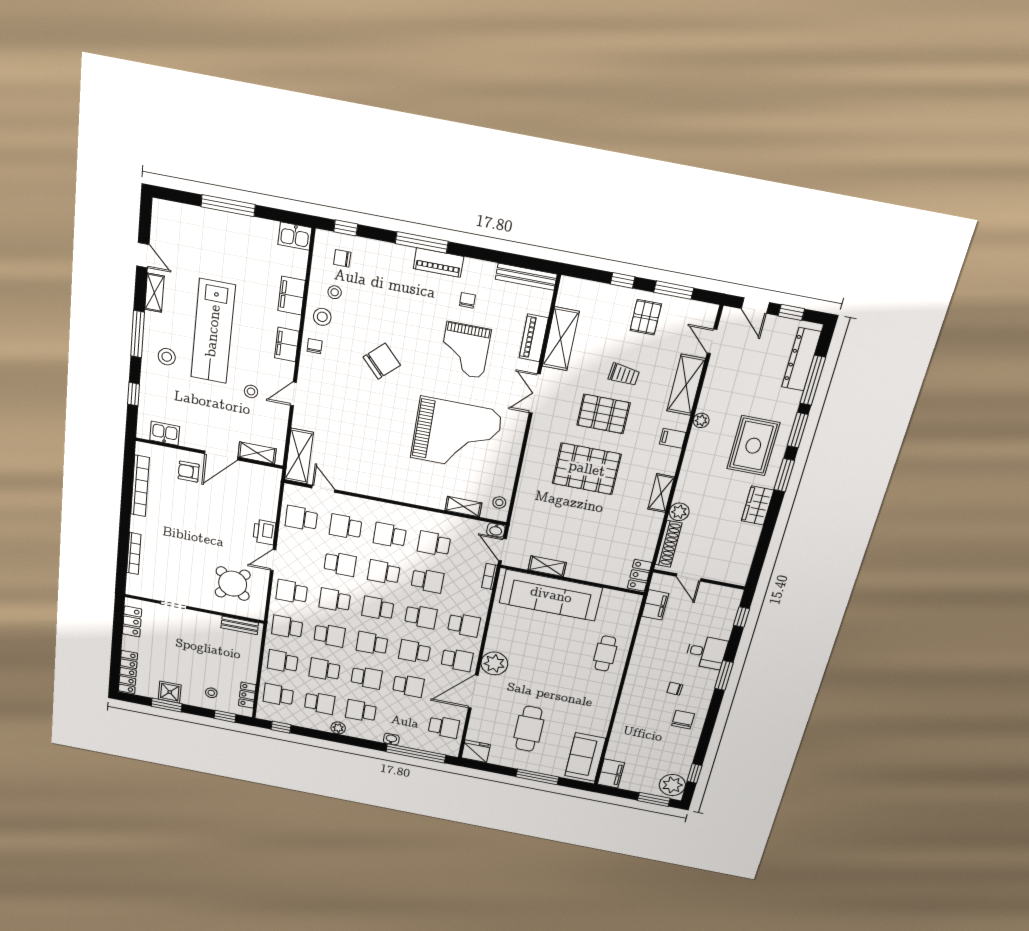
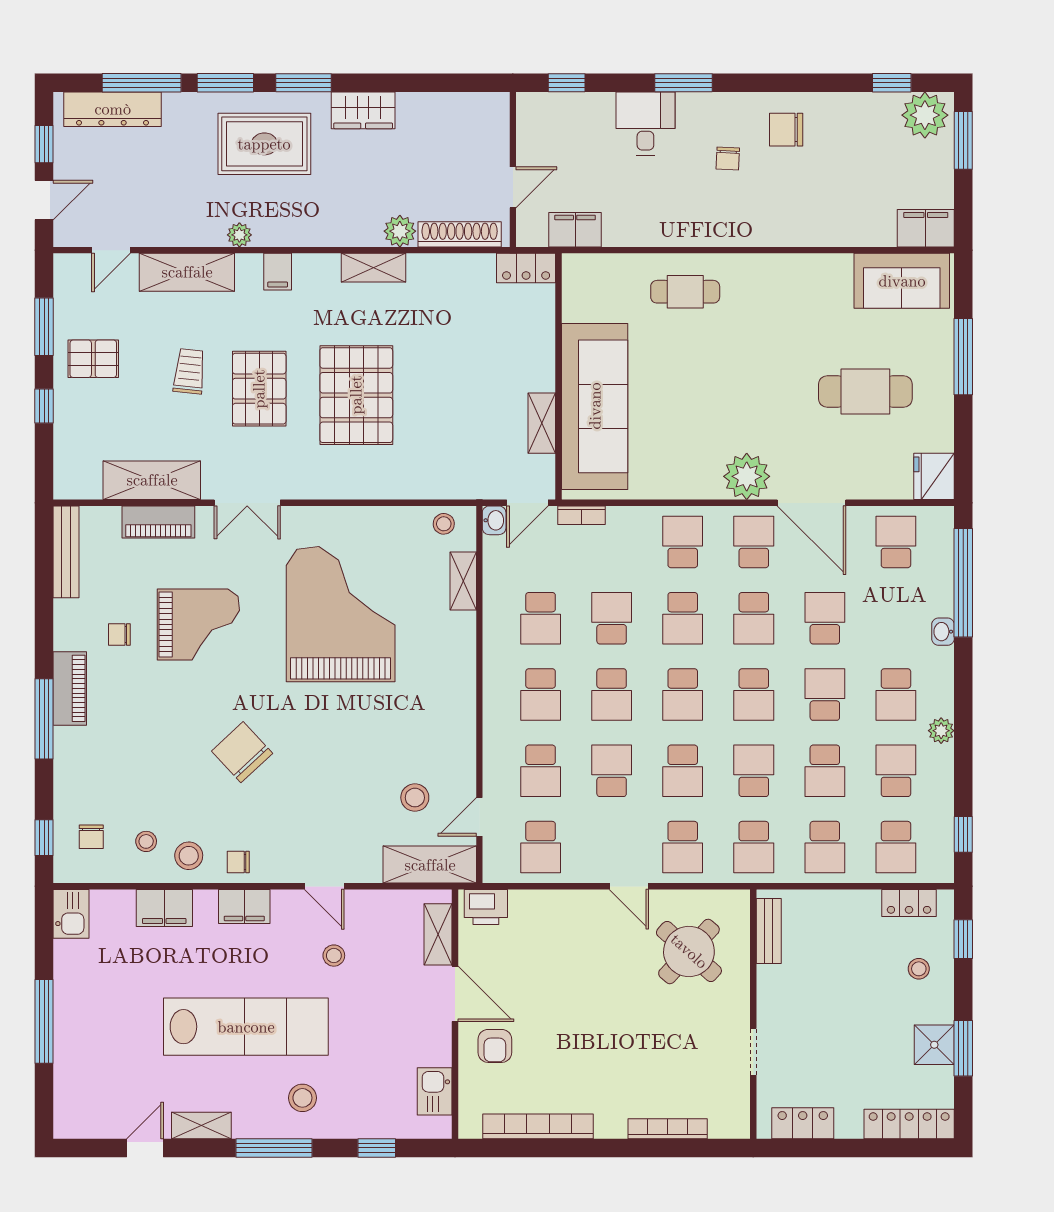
stool: (340, 455) -> (415, 798), added
printer: (264, 532) -> (486, 907), moved
school desk: (421, 617) -> (683, 618), turned 180

